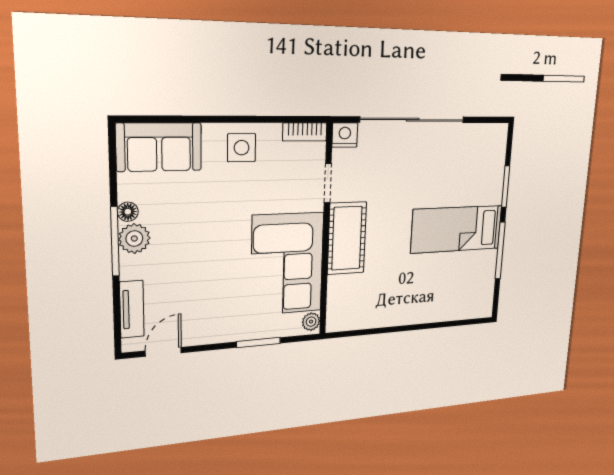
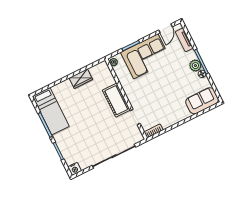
nightstand: (345, 135) -> (75, 169), moved
side table: (242, 148) -> (174, 114), removed
bed: (457, 229) -> (51, 111), moved, turned 90
corner sofa: (287, 264) -> (146, 56), moved, turned 90
wardrobe: (391, 314) -> (81, 79), added

